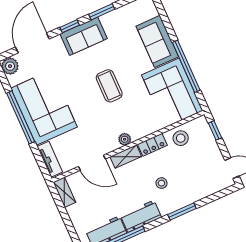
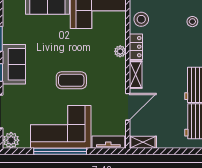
coffee table: (109, 86) -> (71, 80), moved
plant: (125, 139) -> (120, 51), moved
stool: (161, 183) -> (192, 22), moved

